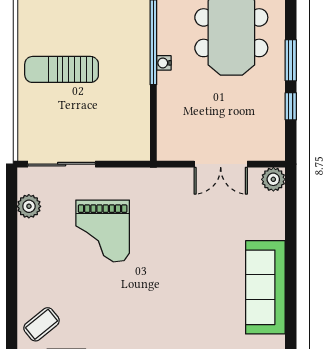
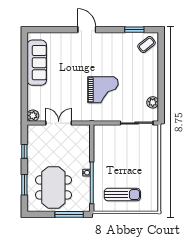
window: (291, 60) -> (24, 185), moved
sun lounger: (62, 69) -> (122, 195), moved
grand piano: (103, 231) -> (103, 90), moved, turned 90

